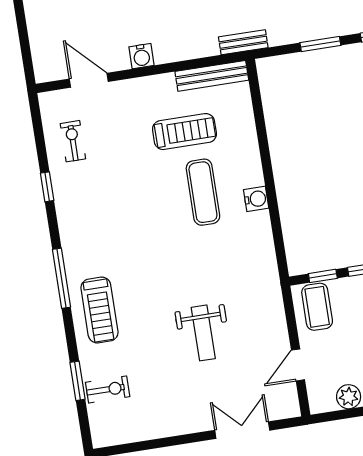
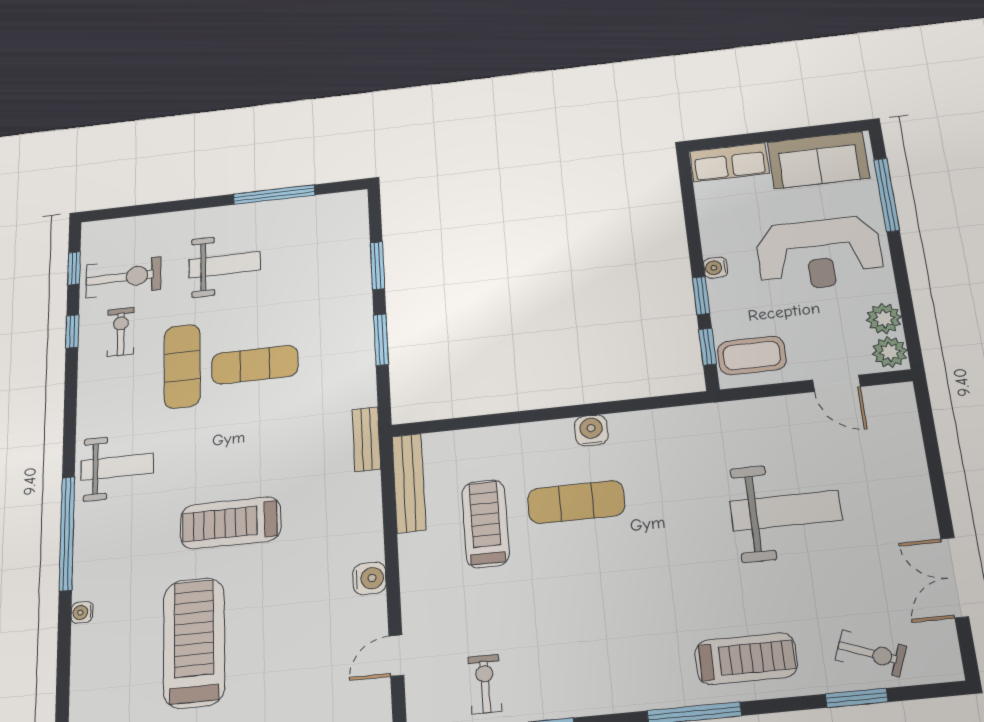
door: (89, 80) -> (396, 656), width x0.73
exercise bike: (73, 141) -> (485, 684), turned 90
weight bench: (203, 333) -> (786, 511), width x1.36, depth x1.33
exercise bike: (108, 389) -> (871, 653), turned 111
plant: (323, 401) -> (890, 352), added
double door: (242, 430) -> (955, 578), moved

